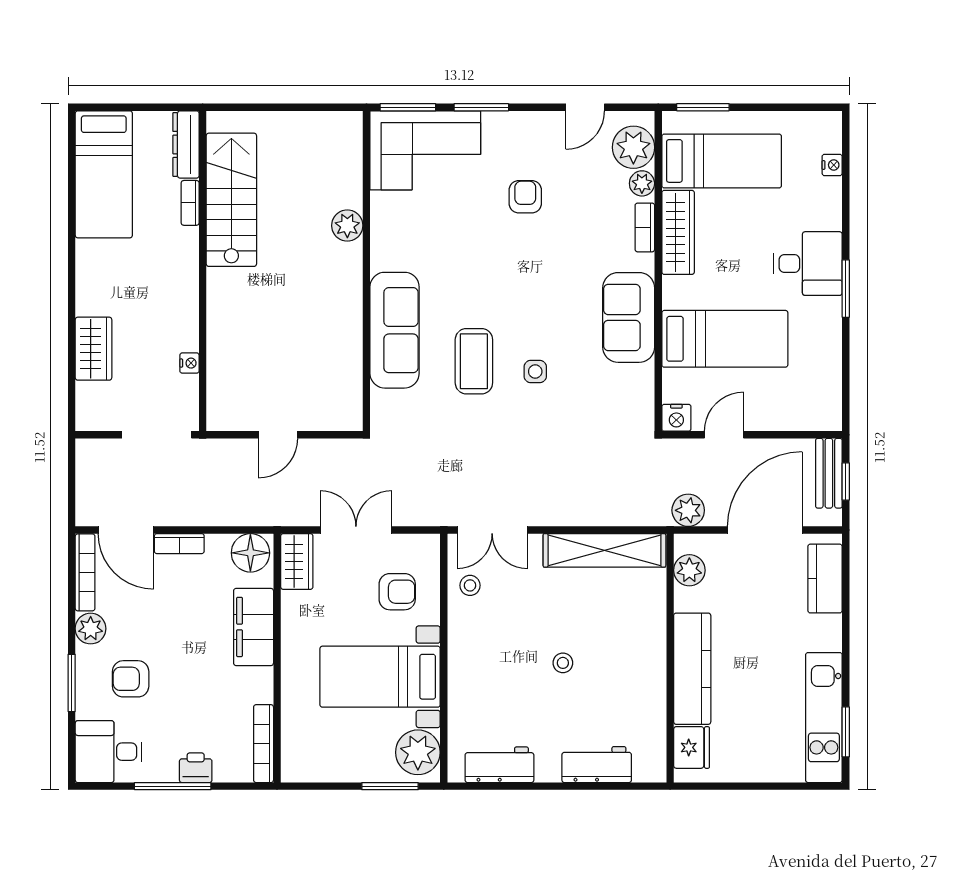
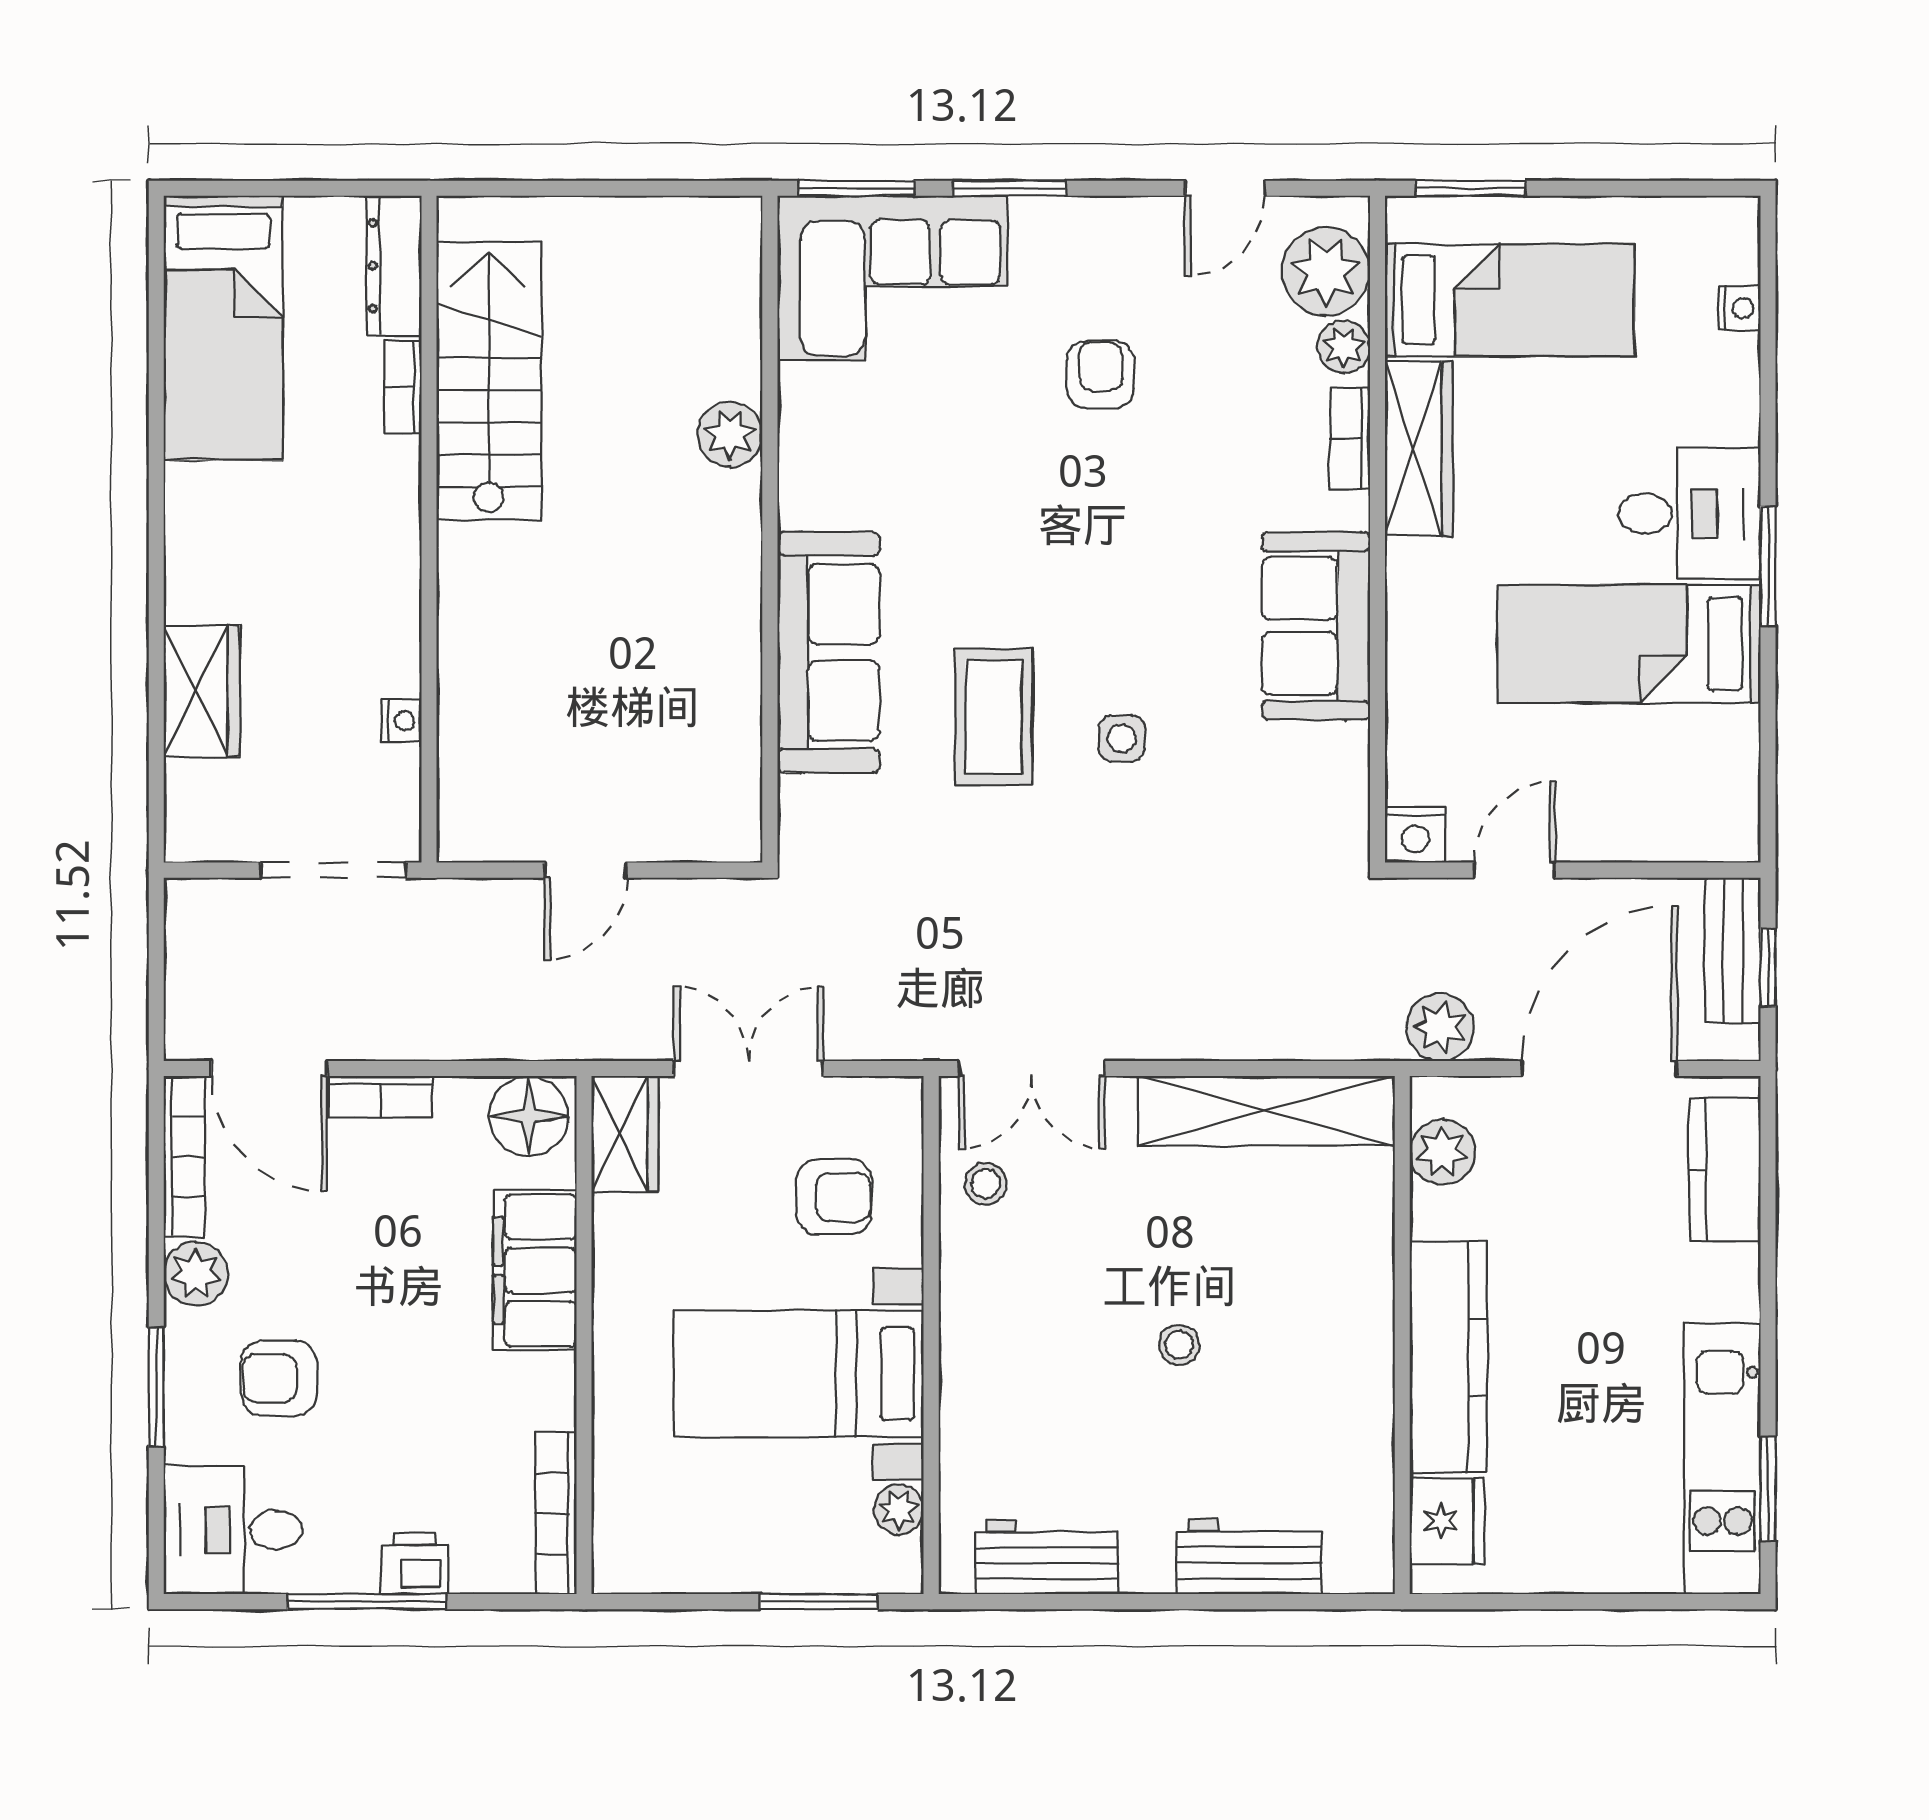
bed: (725, 339) -> (1629, 644), moved, turned 180
plant: (418, 752) -> (899, 1509), width x0.53, depth x0.53

